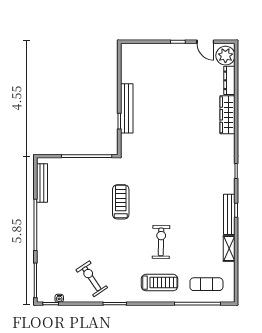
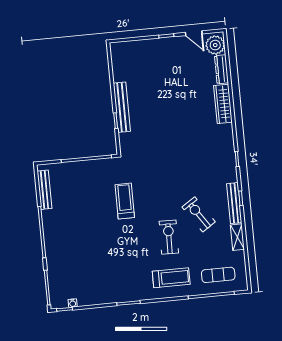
exercise bike: (92, 279) -> (199, 214), moved

